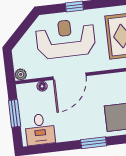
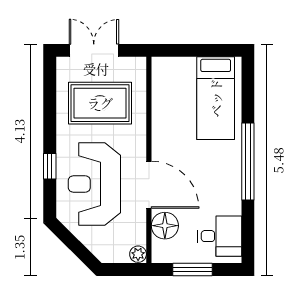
floor lamp: (42, 86) -> (165, 226), width x1.89, depth x1.89
window: (94, 143) -> (248, 162), width x2.11

